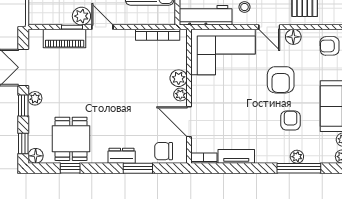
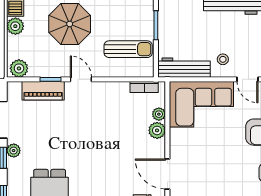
plant: (81, 16) -> (19, 68), moved
bookcase: (158, 35) -> (144, 87), width x0.64
plant: (180, 94) -> (159, 114), moved

